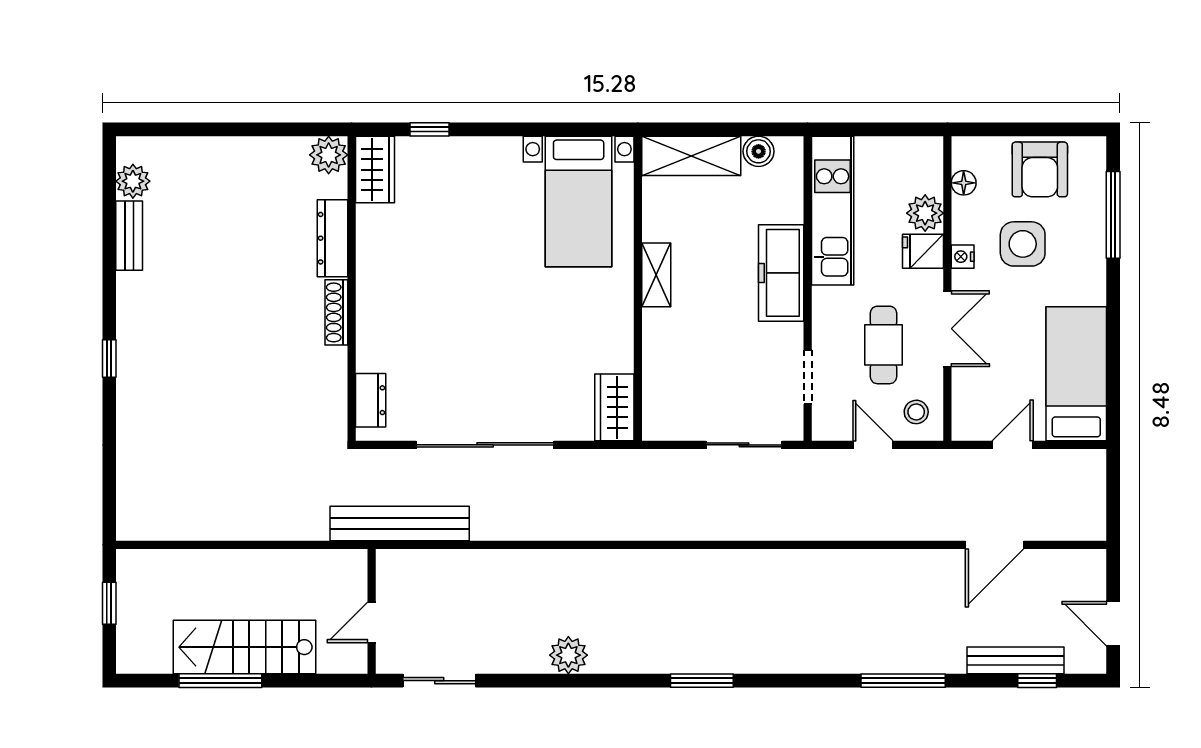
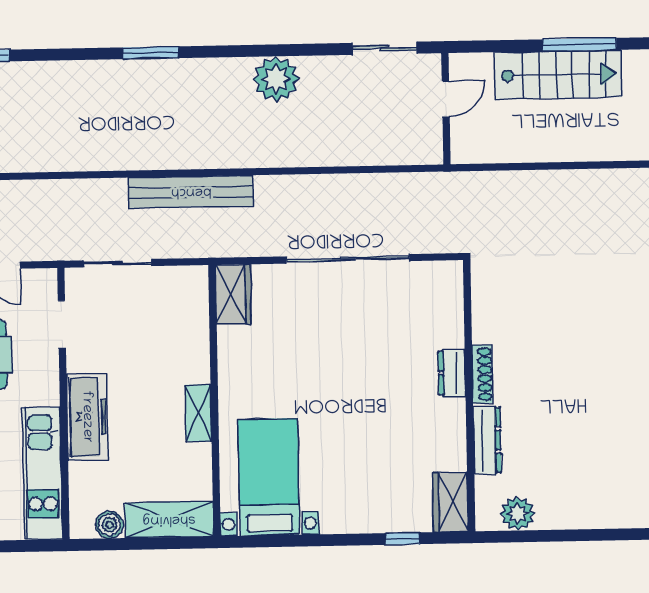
plant: (329, 155) -> (518, 514), moved
dresser: (371, 400) -> (452, 373), moved
bench: (400, 524) -> (191, 192), moved
plant: (568, 655) -> (276, 79), width x1.36, depth x1.36

